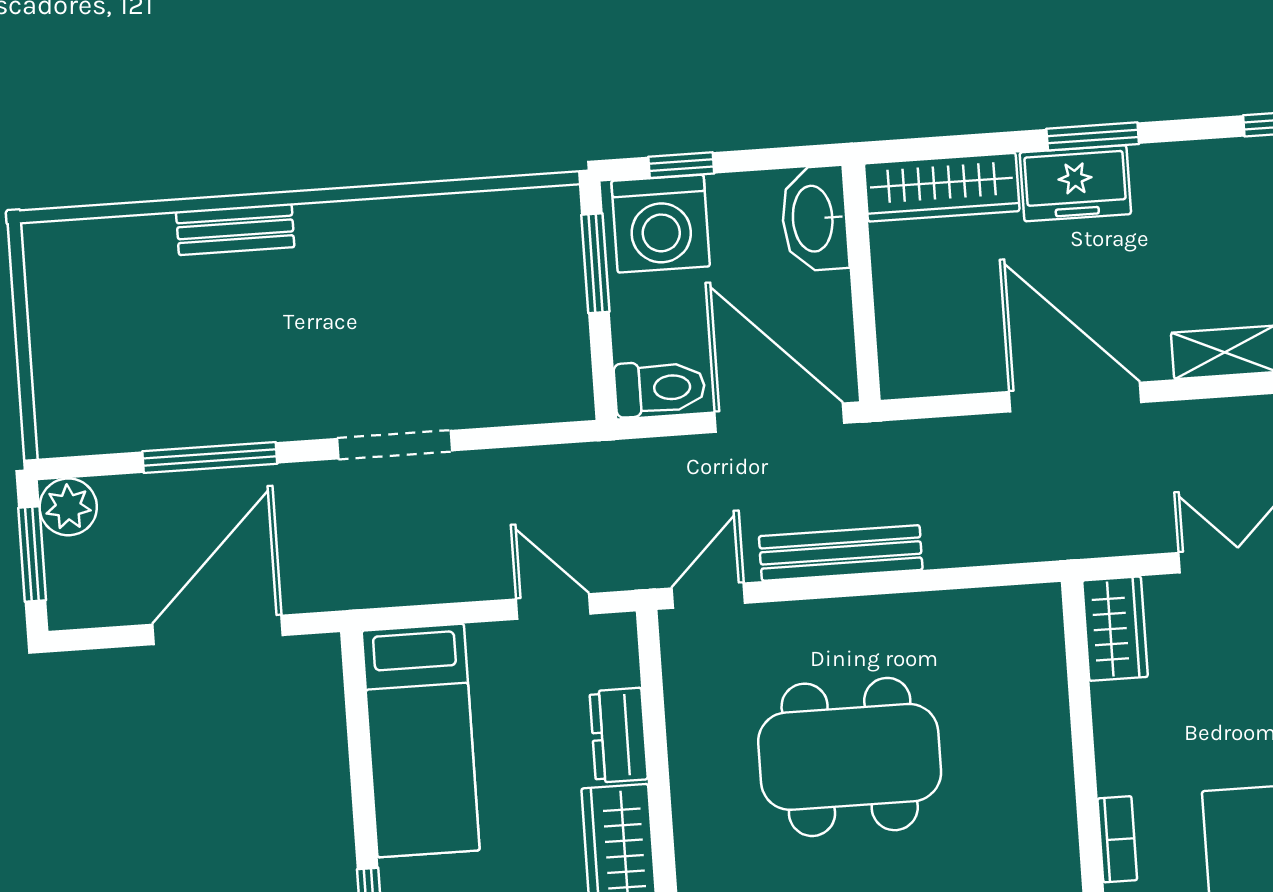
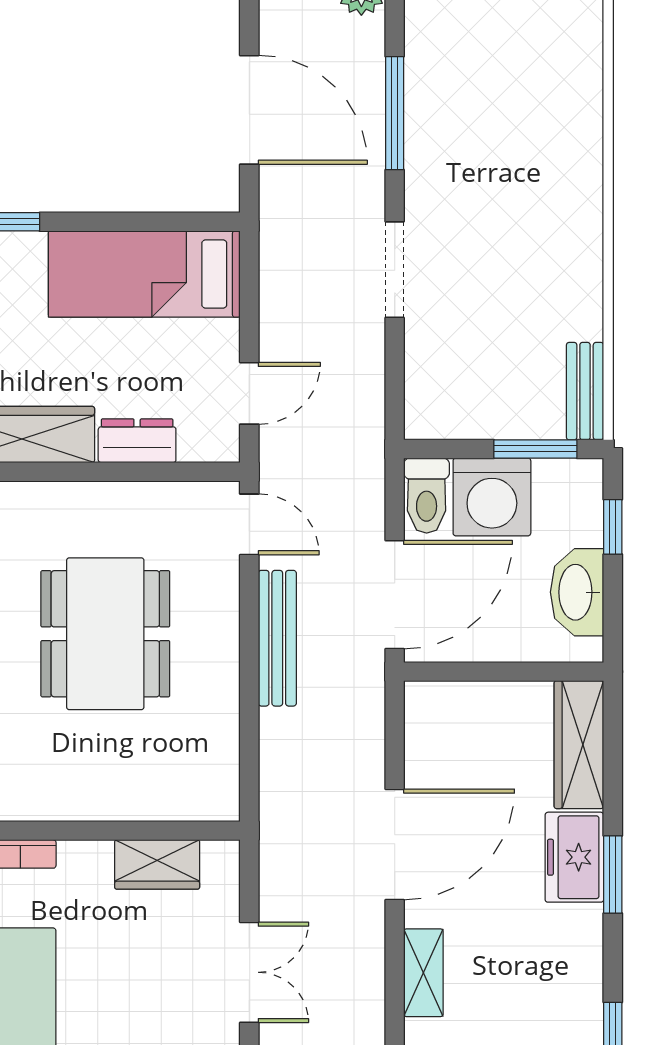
washbasin: (815, 219) -> (577, 592), moved, turned -90
washing machine: (661, 224) -> (492, 497), moved, turned -90
bench: (235, 229) -> (585, 391), moved
wardrobe: (1115, 629) -> (157, 864), moved

